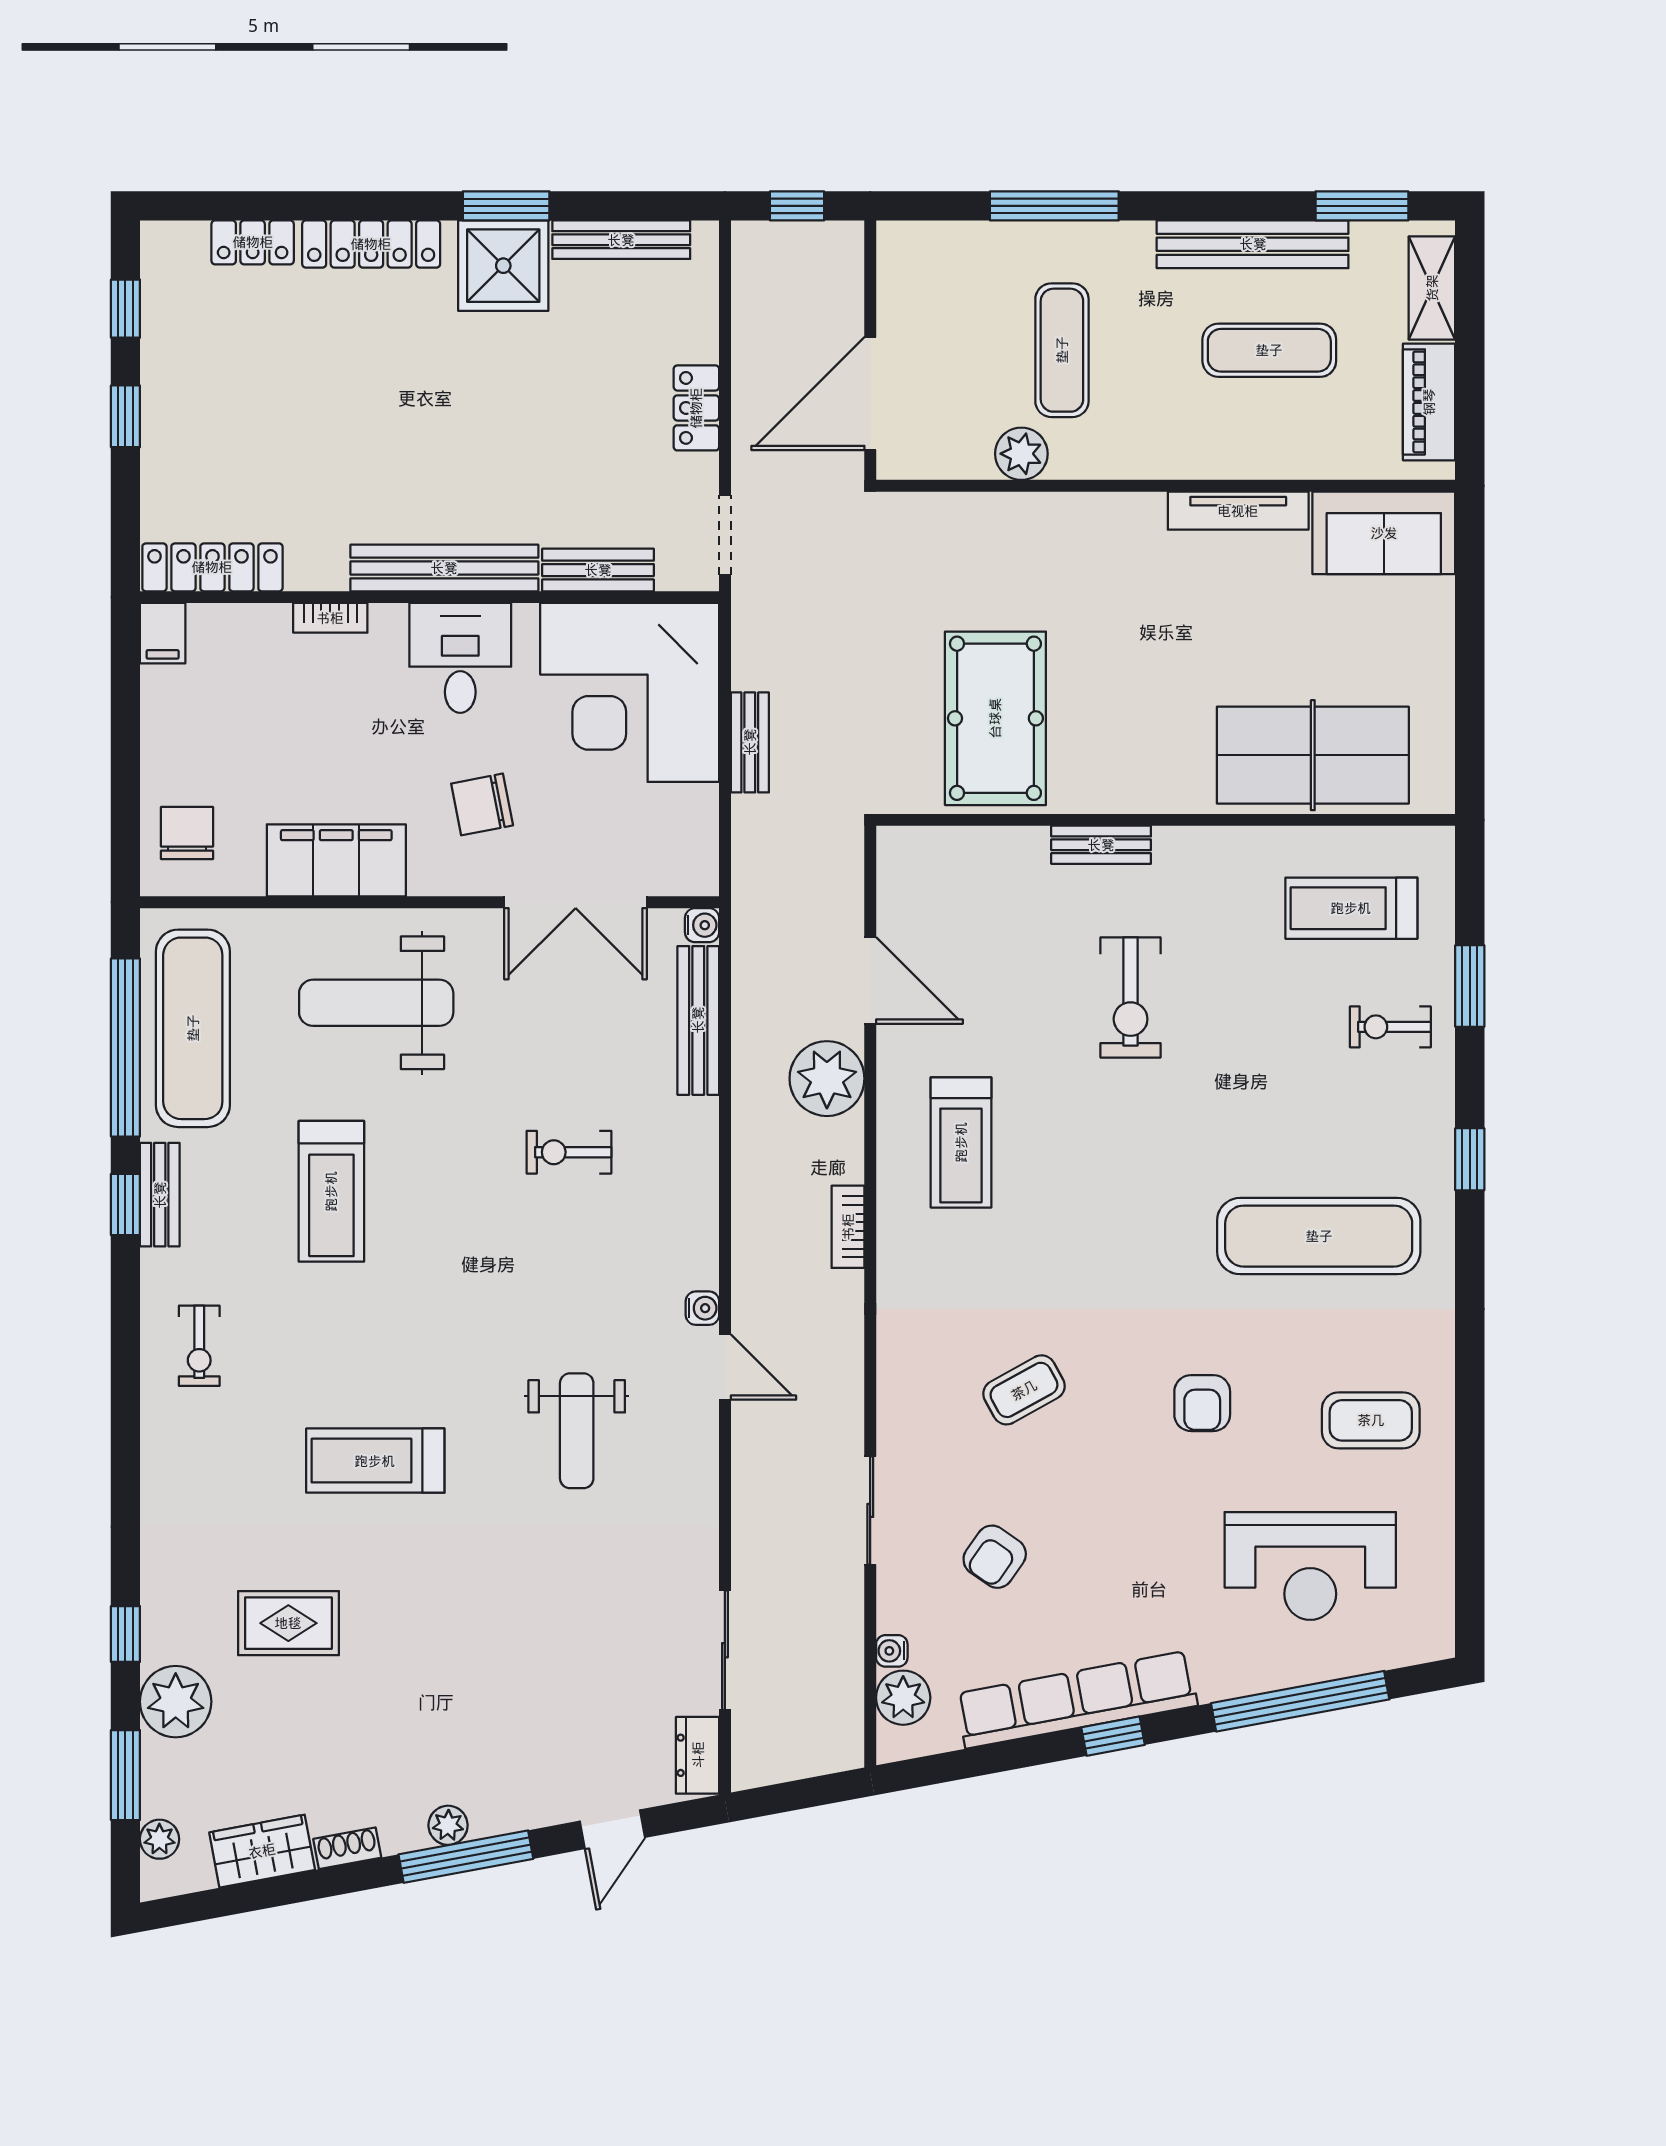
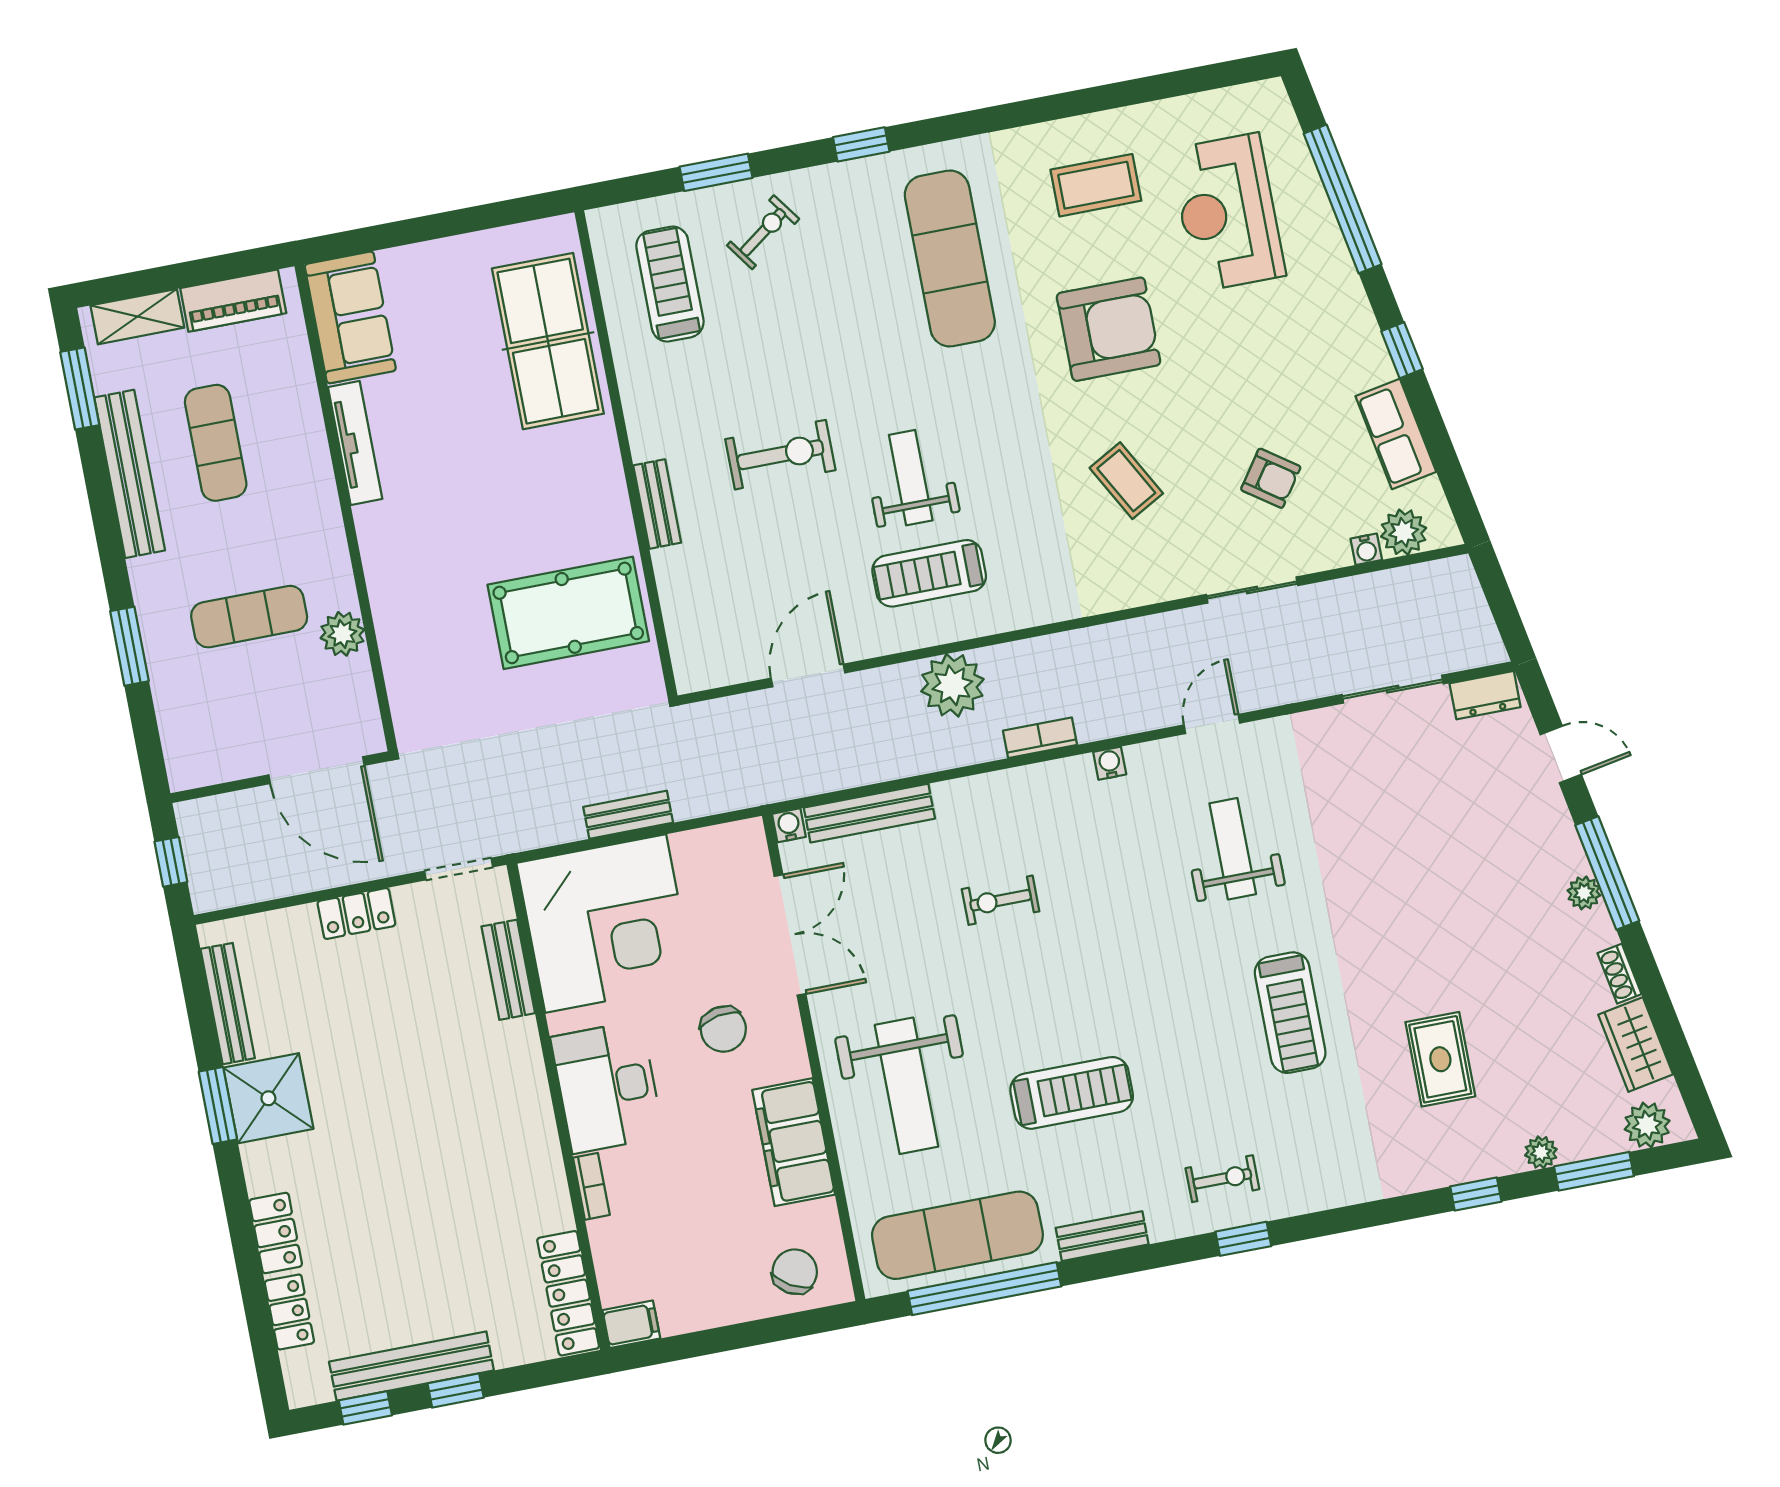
window: (1054, 206) -> (129, 646), width x0.69
locker: (371, 244) -> (276, 1233), width x0.66
bench: (444, 568) -> (411, 1366), moved, turned 90
desk: (460, 658) -> (607, 1087), width x1.37
chair: (187, 833) -> (795, 1272), turned 120
treadmill: (1351, 908) -> (670, 284), turned 180
exercise bike: (1390, 1027) -> (763, 232), turned -126
plant: (827, 1079) -> (952, 685), moved
treadmill: (961, 1142) -> (929, 573), turned 180
weight bench: (1075, 1142) -> (911, 478), added
exercise bike: (569, 1152) -> (1001, 900), turned 90
window: (125, 1204) -> (1243, 1239), moved
bookcase: (848, 1227) -> (1040, 738), moved, turned 180
door: (725, 1367) -> (1212, 724), moved
armchair: (1202, 1403) -> (1109, 329), width x1.88, depth x1.88
coffee table: (1371, 1420) -> (1096, 185), turned 90
weight bench: (577, 1431) -> (1233, 849), turned -90
reception desk: (1310, 1566) -> (1228, 212), turned 180
row of seats: (1077, 1700) -> (1396, 434), width x0.50
plant: (176, 1702) -> (1541, 1152), width x0.53, depth x0.53
plant: (159, 1839) -> (1647, 1125), width x1.38, depth x1.38

